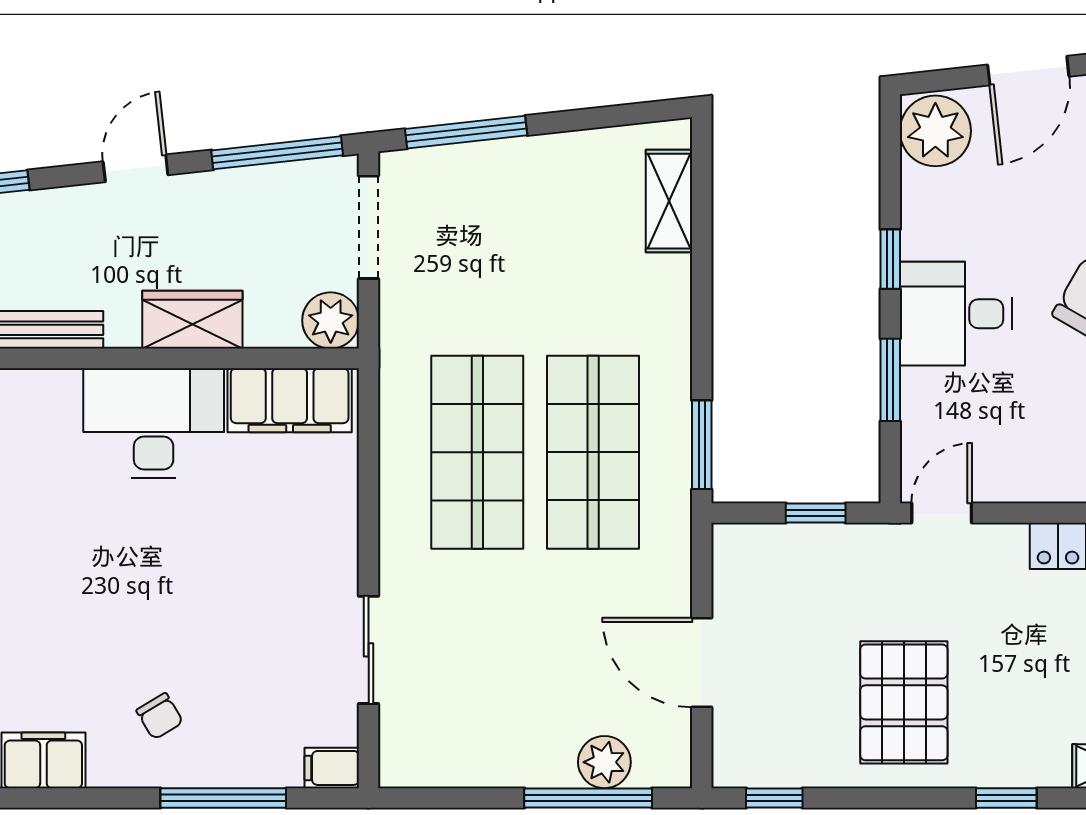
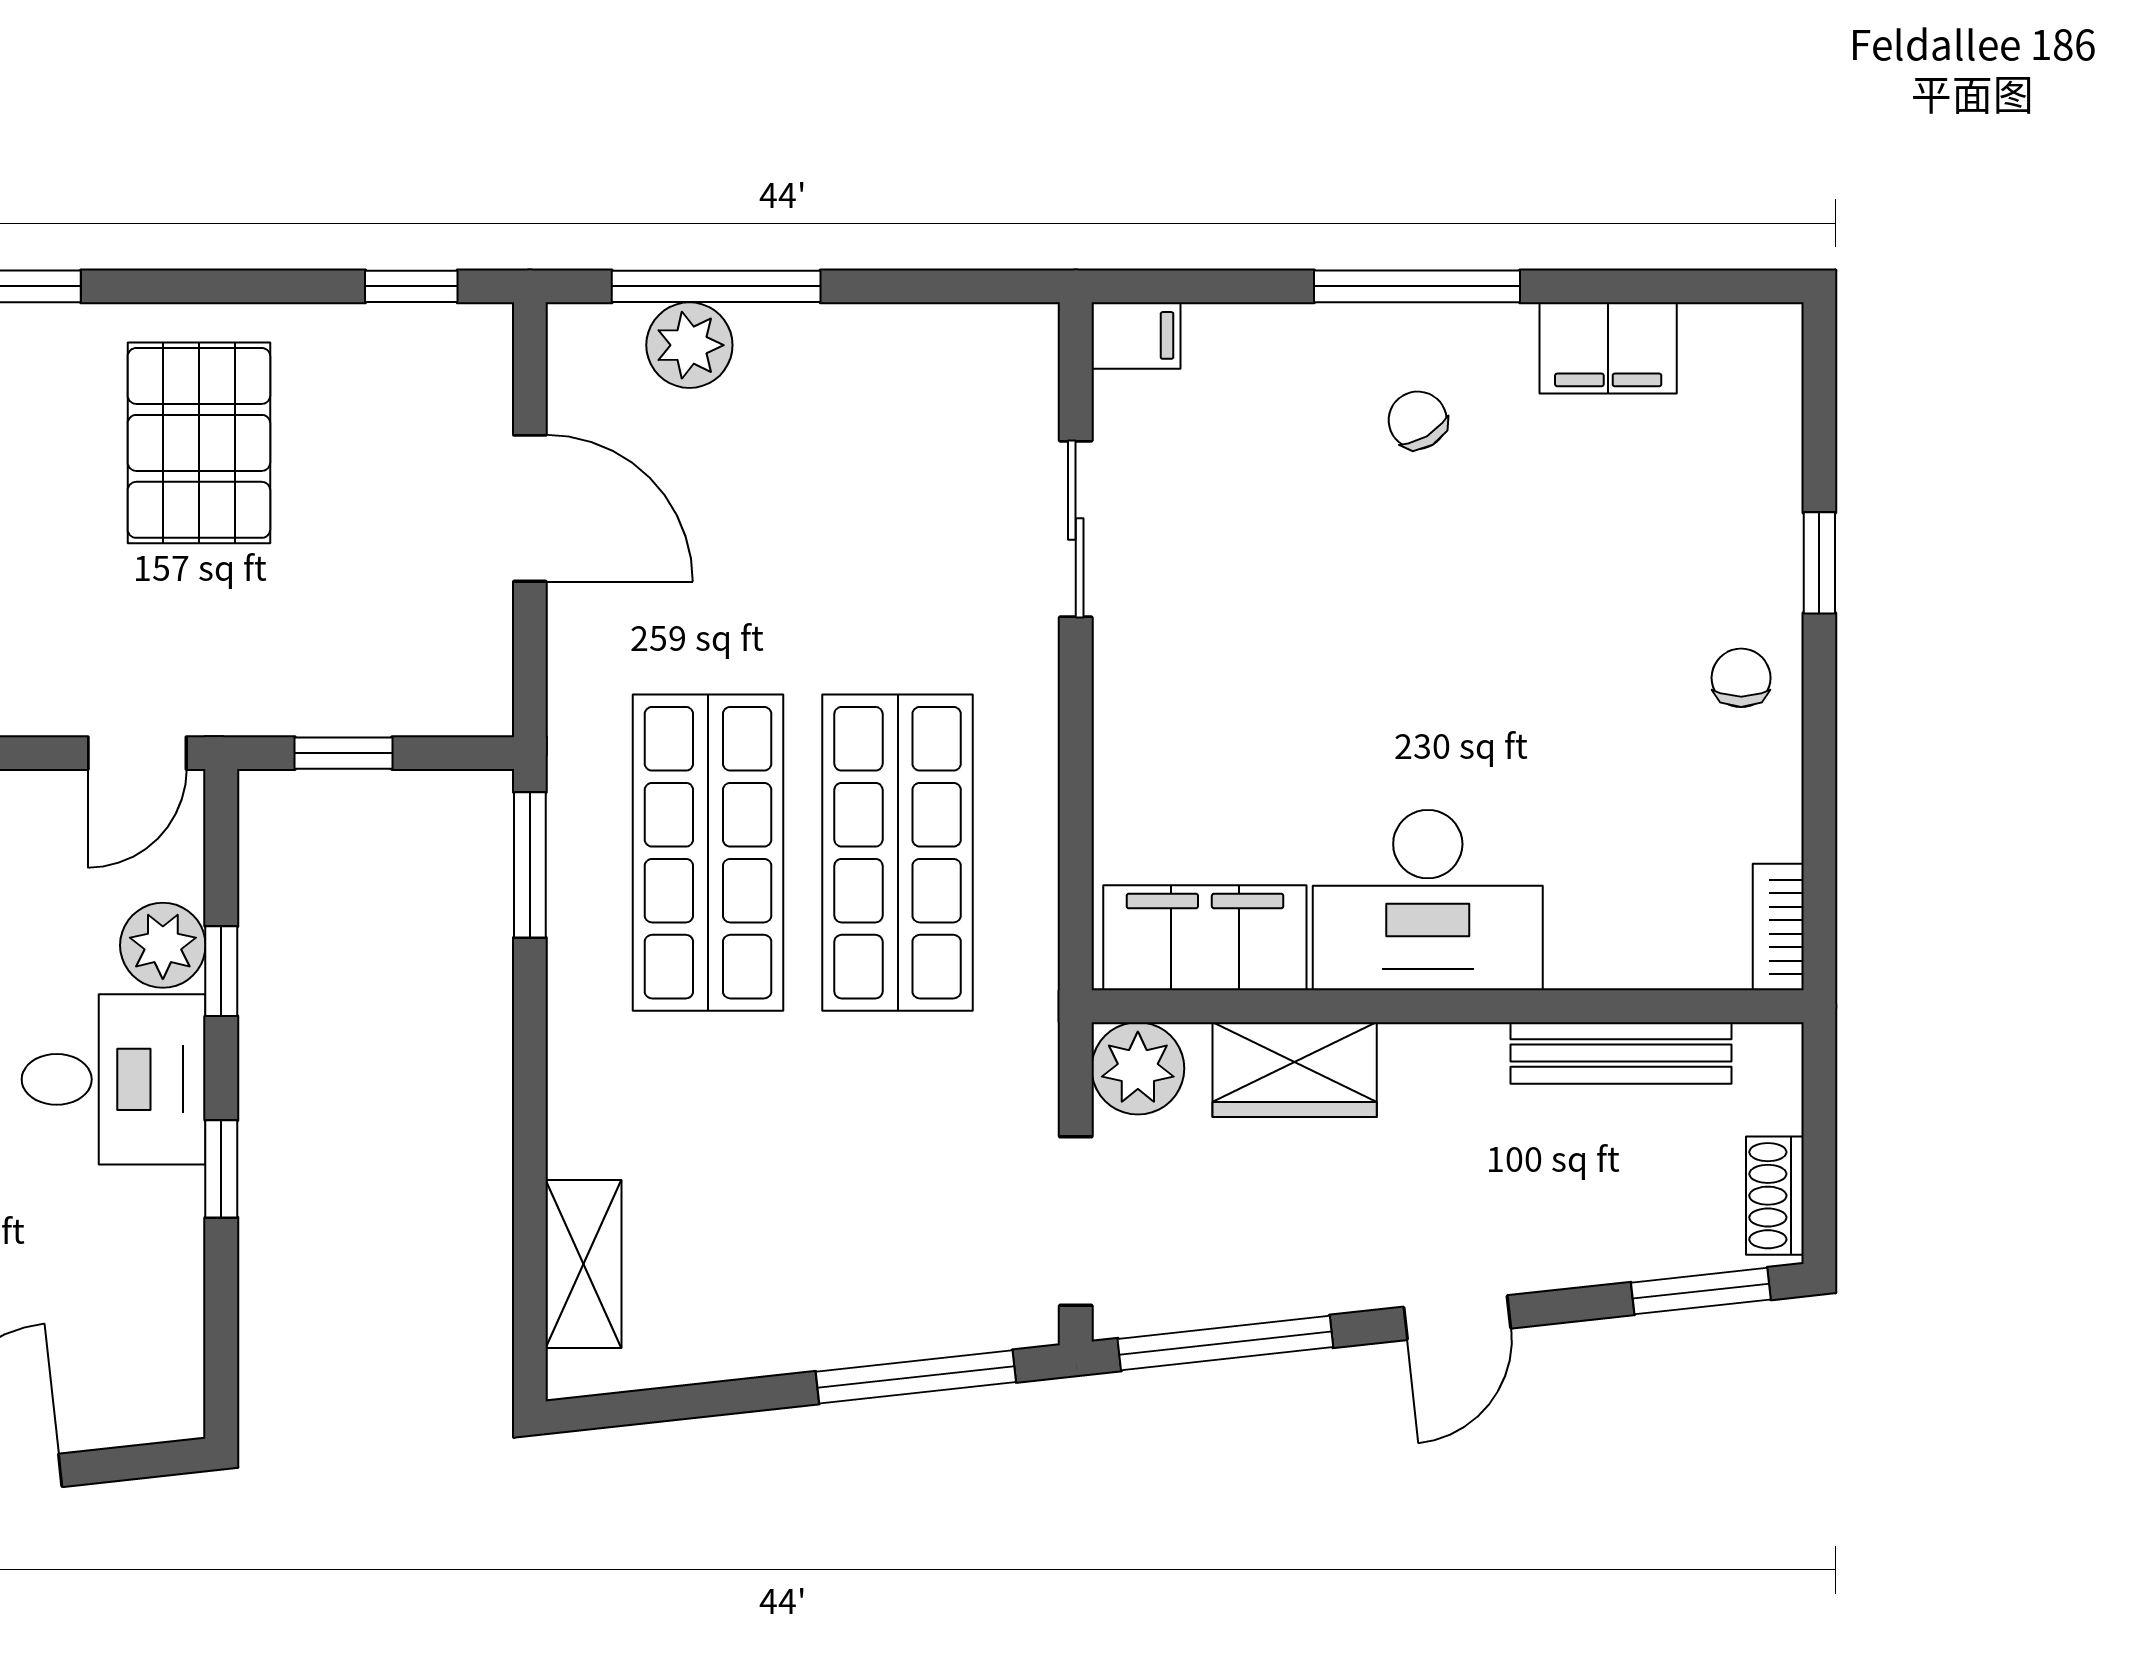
plant: (935, 131) -> (163, 945), moved, width x0.73, depth x0.73
wardrobe: (192, 320) -> (1295, 1070), moved
window: (890, 380) -> (221, 971), width x0.67
window: (223, 798) -> (1417, 286), moved

